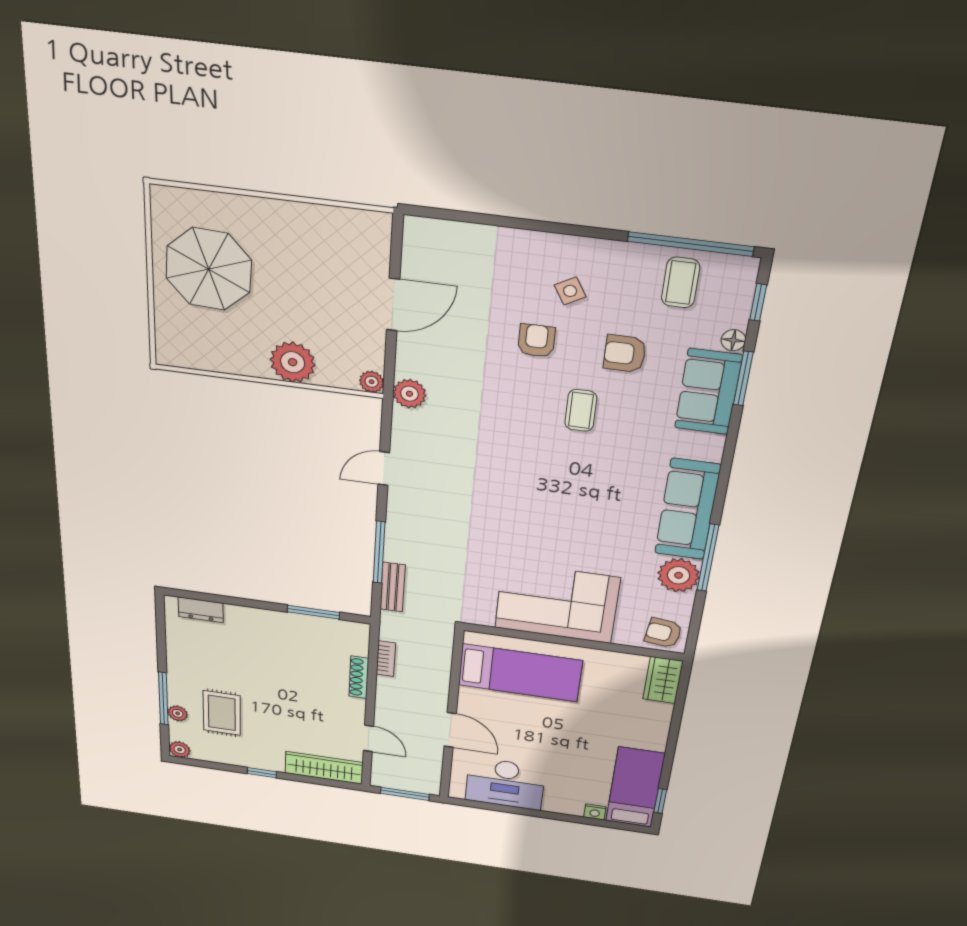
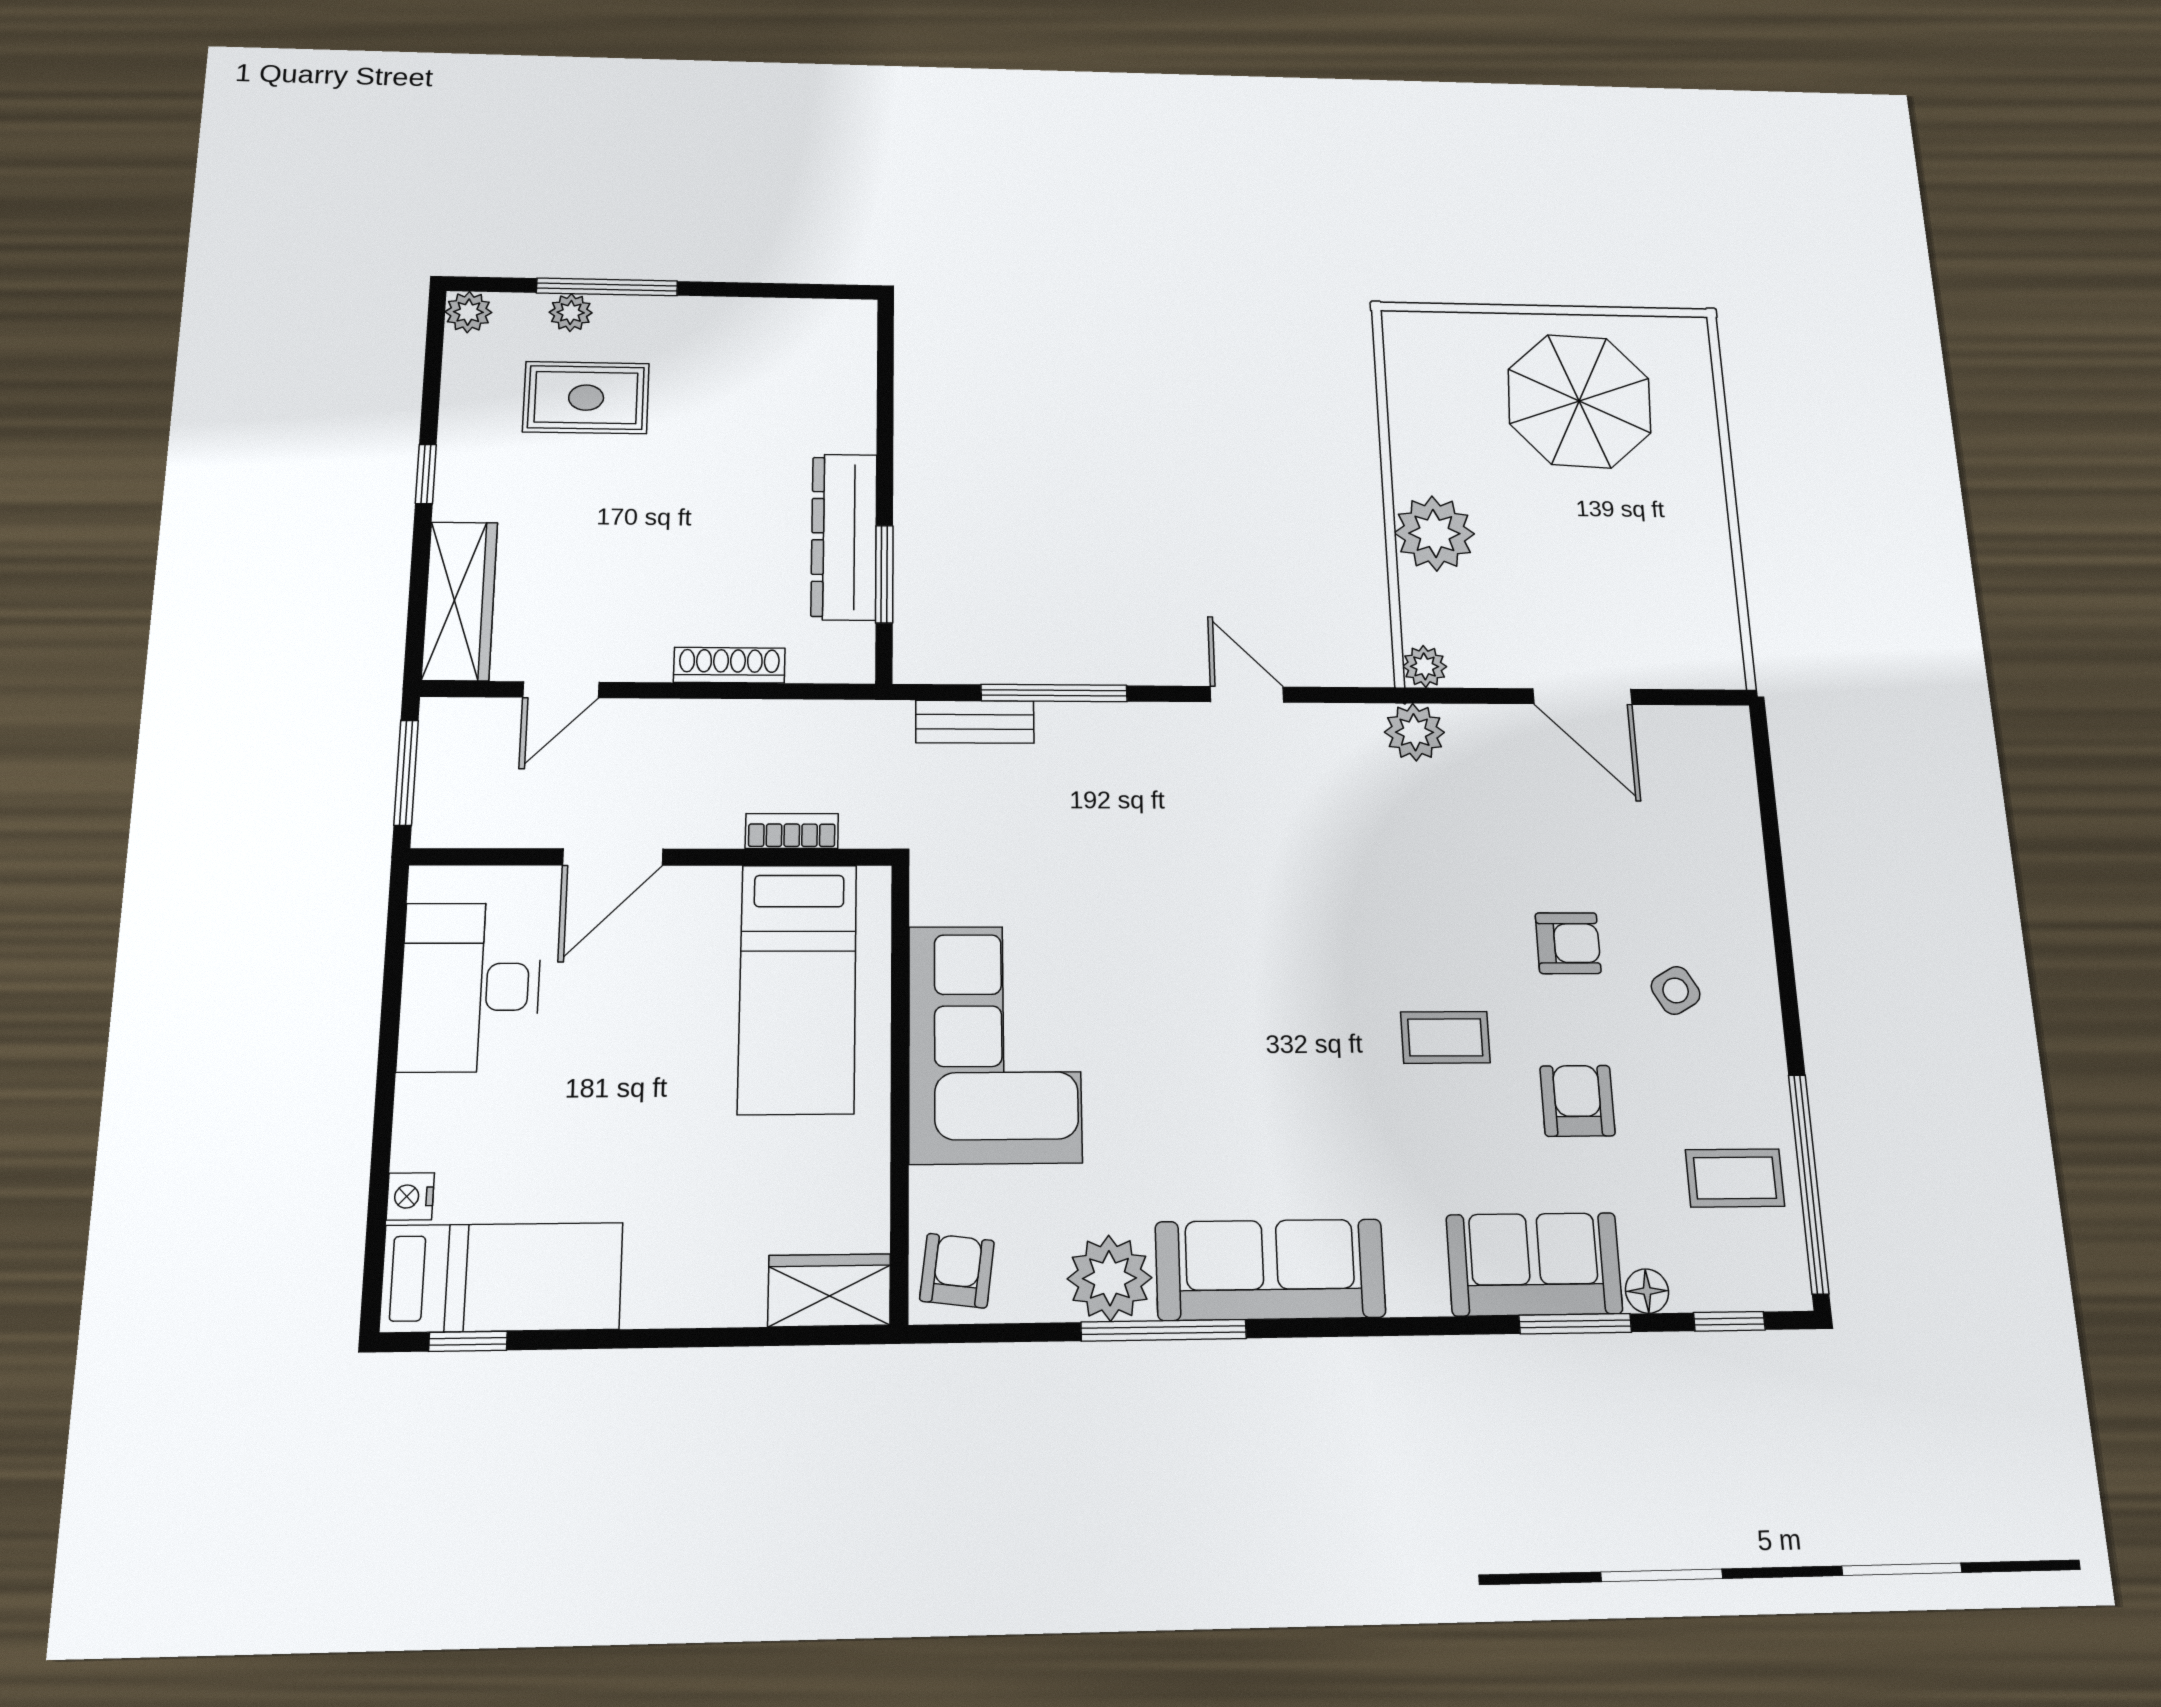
dresser: (201, 610) -> (844, 537), moved, width x1.96, depth x1.24
bookcase: (386, 659) -> (792, 831), moved, turned 180

